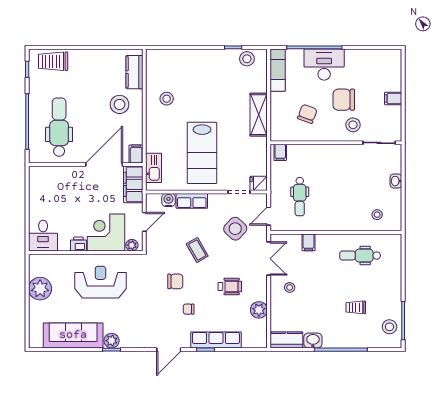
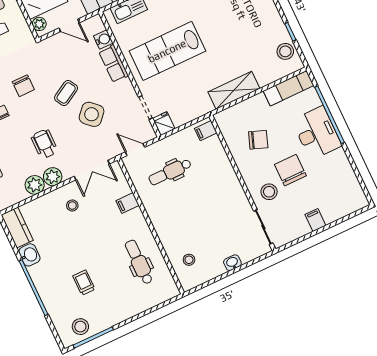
side table: (235, 229) -> (92, 114), moved
wheelchair: (230, 286) -> (44, 144), turned 180
plant: (259, 292) -> (53, 177), added

